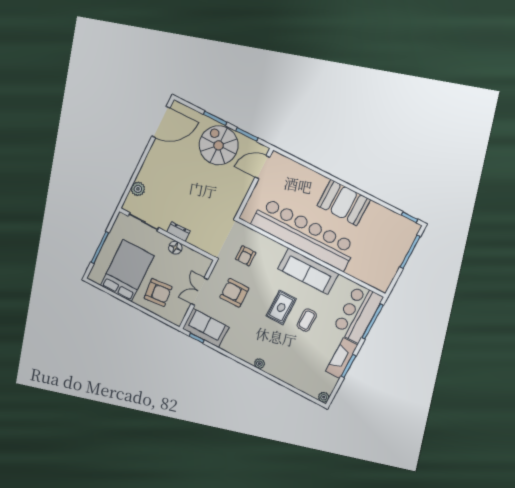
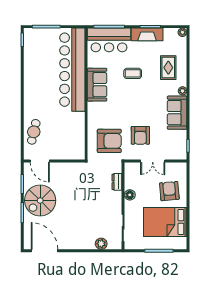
cafe table: (299, 177) -> (34, 132), added
booth: (344, 202) -> (35, 91), removed
dresser: (178, 232) -> (117, 182), moved
bar counter: (304, 234) -> (72, 70), moved
armchair: (246, 256) -> (109, 141), width x1.88, depth x1.88
sofa: (308, 271) -> (97, 85), width x0.73
rug: (281, 307) -> (168, 68), moved, turned 90
sofa: (206, 328) -> (177, 113), moved

